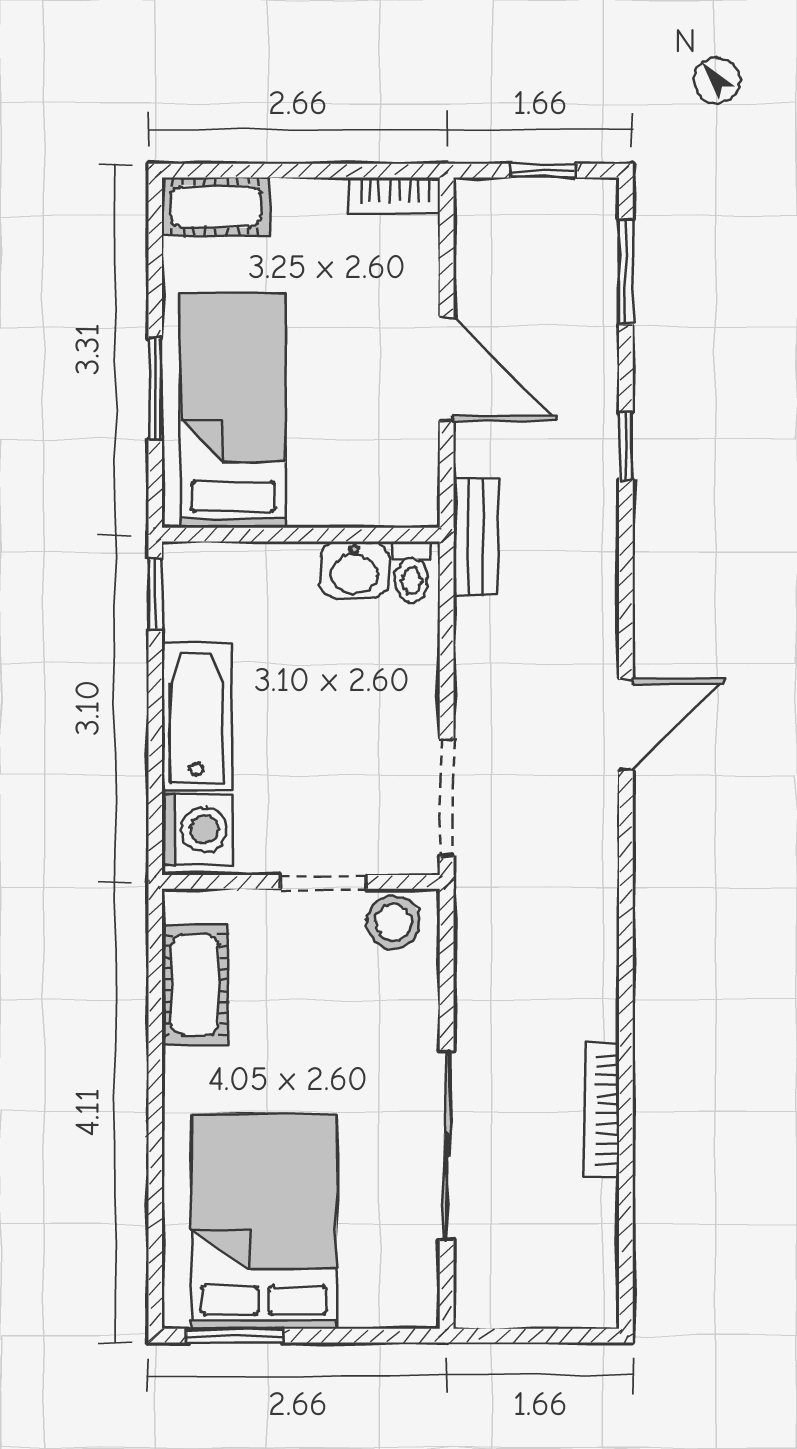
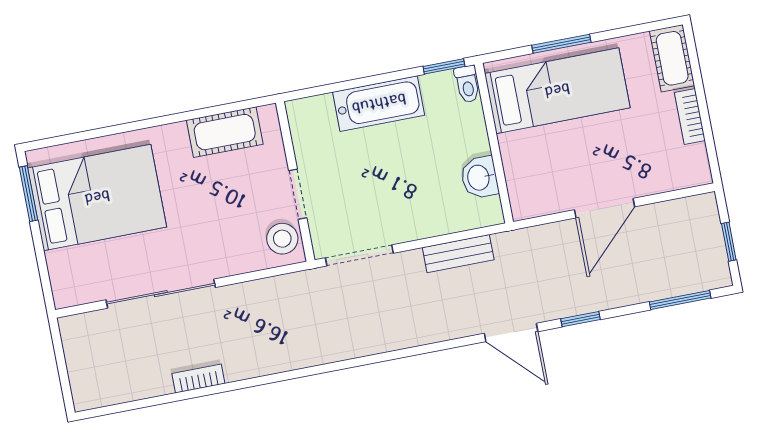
bookcase: (394, 196) -> (690, 116), moved
bench: (476, 537) -> (458, 254), moved
toilet: (411, 572) -> (467, 84), moved, turned -90
door: (626, 725) -> (511, 332), moved
washing machine: (197, 830) -> (314, 116), removed
bookcase: (602, 1109) -> (198, 378), width x0.64

